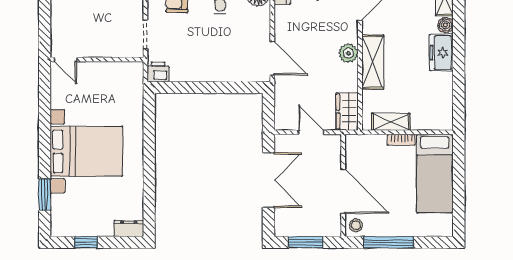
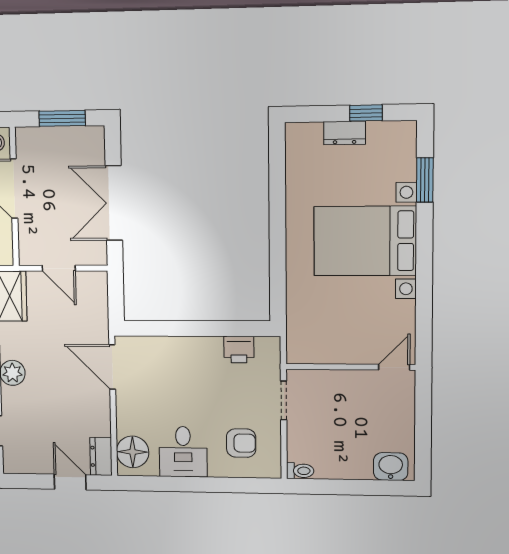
door: (66, 59) -> (394, 367), hinge flipped
printer: (158, 72) -> (239, 349), moved
dresser: (129, 228) -> (345, 133), moved

